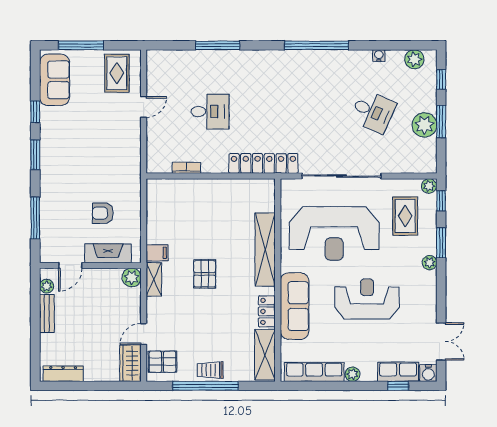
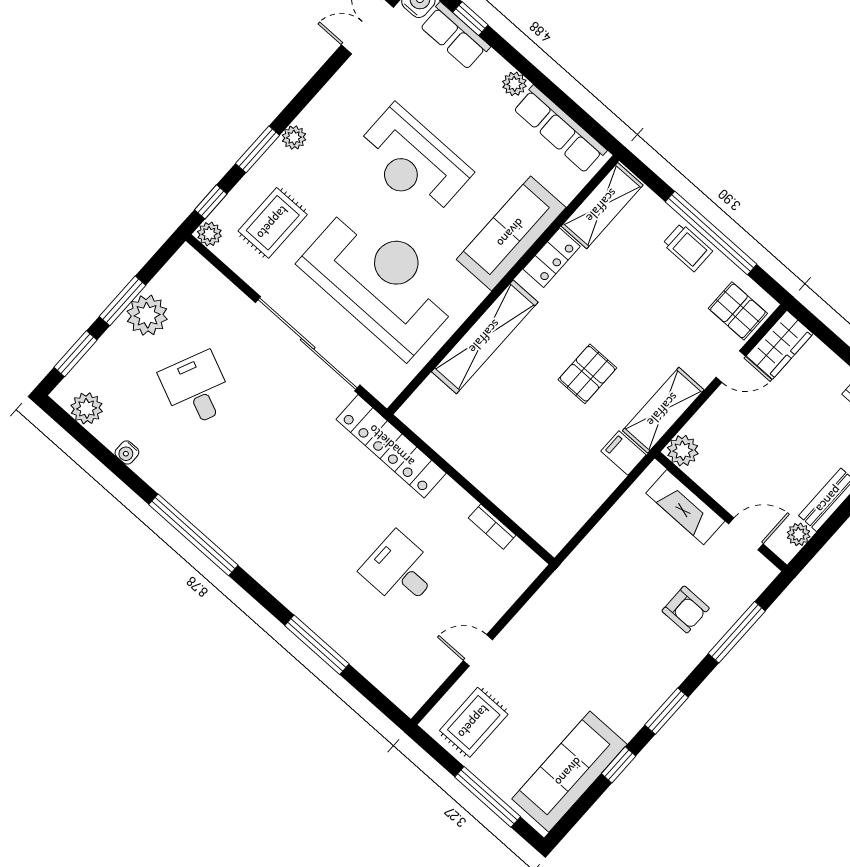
window: (441, 79) -> (76, 354), width x1.50
sofa: (55, 80) -> (569, 772), width x1.36
armchair: (103, 213) -> (686, 610), moved
shelving: (154, 279) -> (663, 410), width x1.50, depth x1.33

